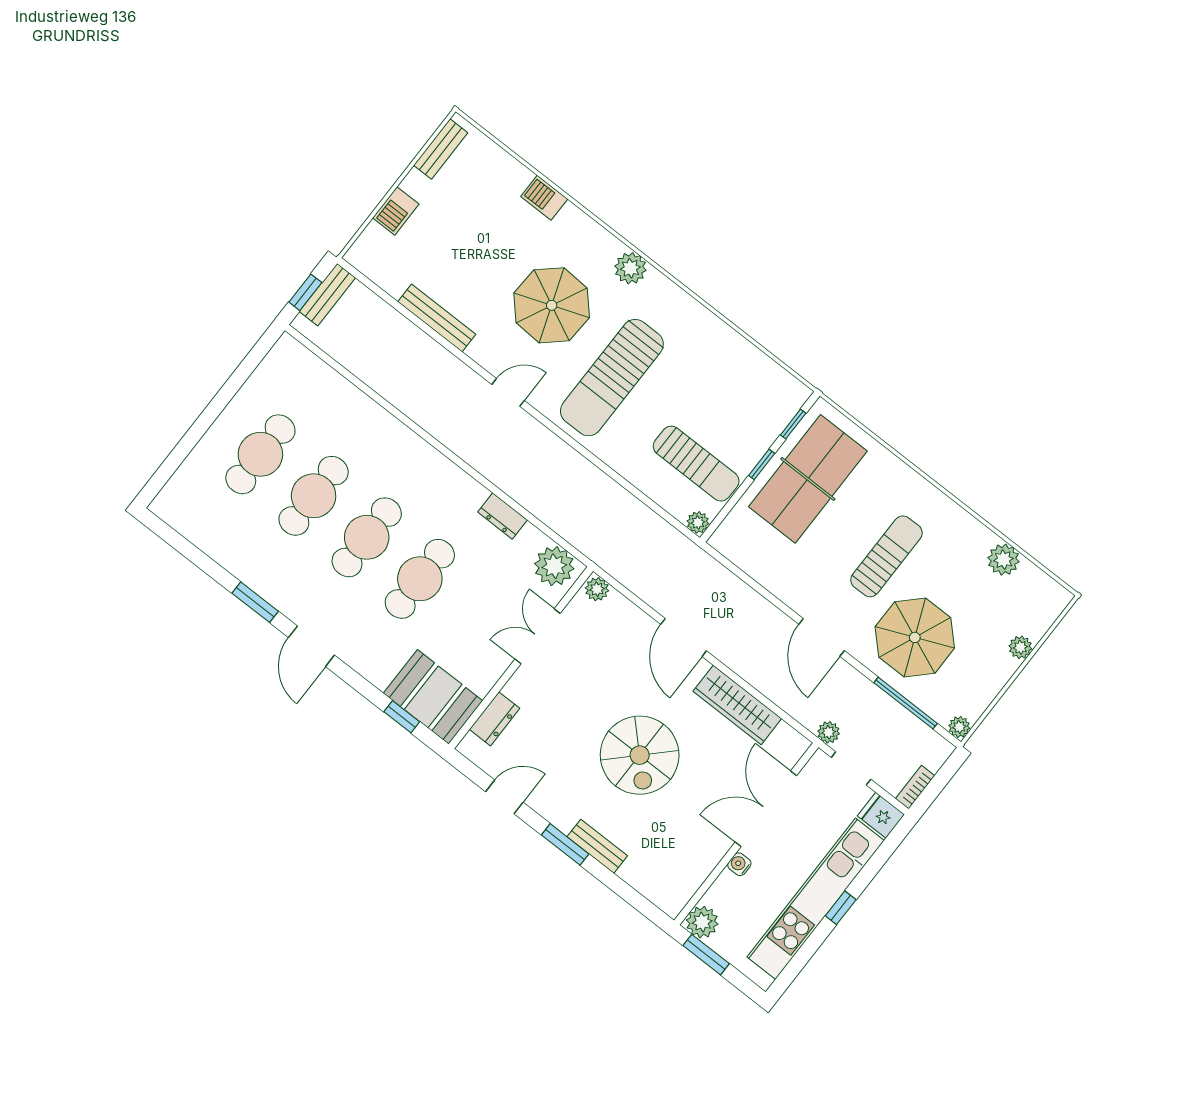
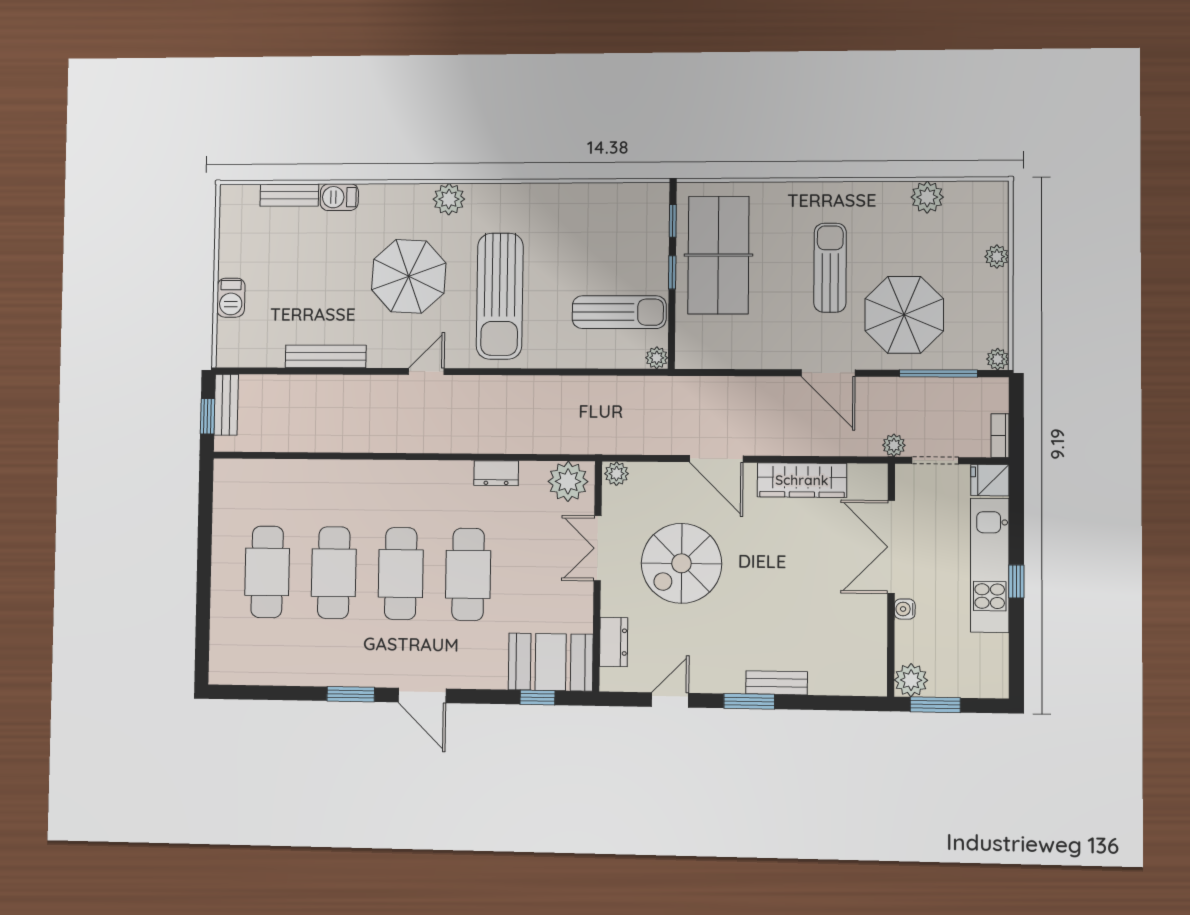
bench: (441, 149) -> (289, 195), moved, turned 90
spiral stairs: (640, 755) -> (681, 563), moved, turned 90
kitchen unit: (816, 899) -> (990, 565), width x0.73

